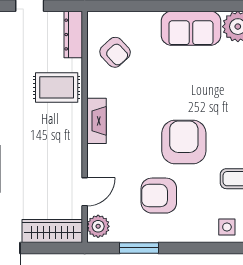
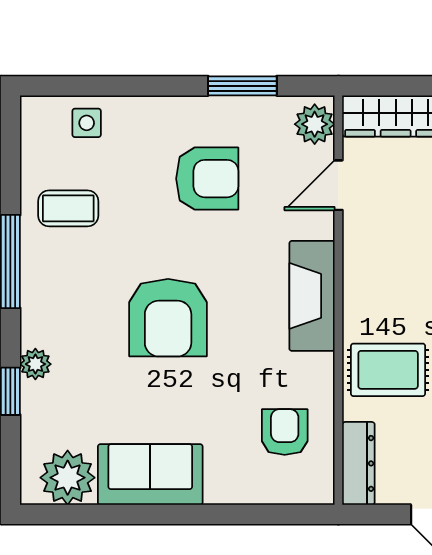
armchair: (115, 52) -> (285, 432), turned 43
fireplace: (96, 121) -> (312, 296), width x1.37, depth x1.32
armchair: (184, 142) -> (168, 318), moved

